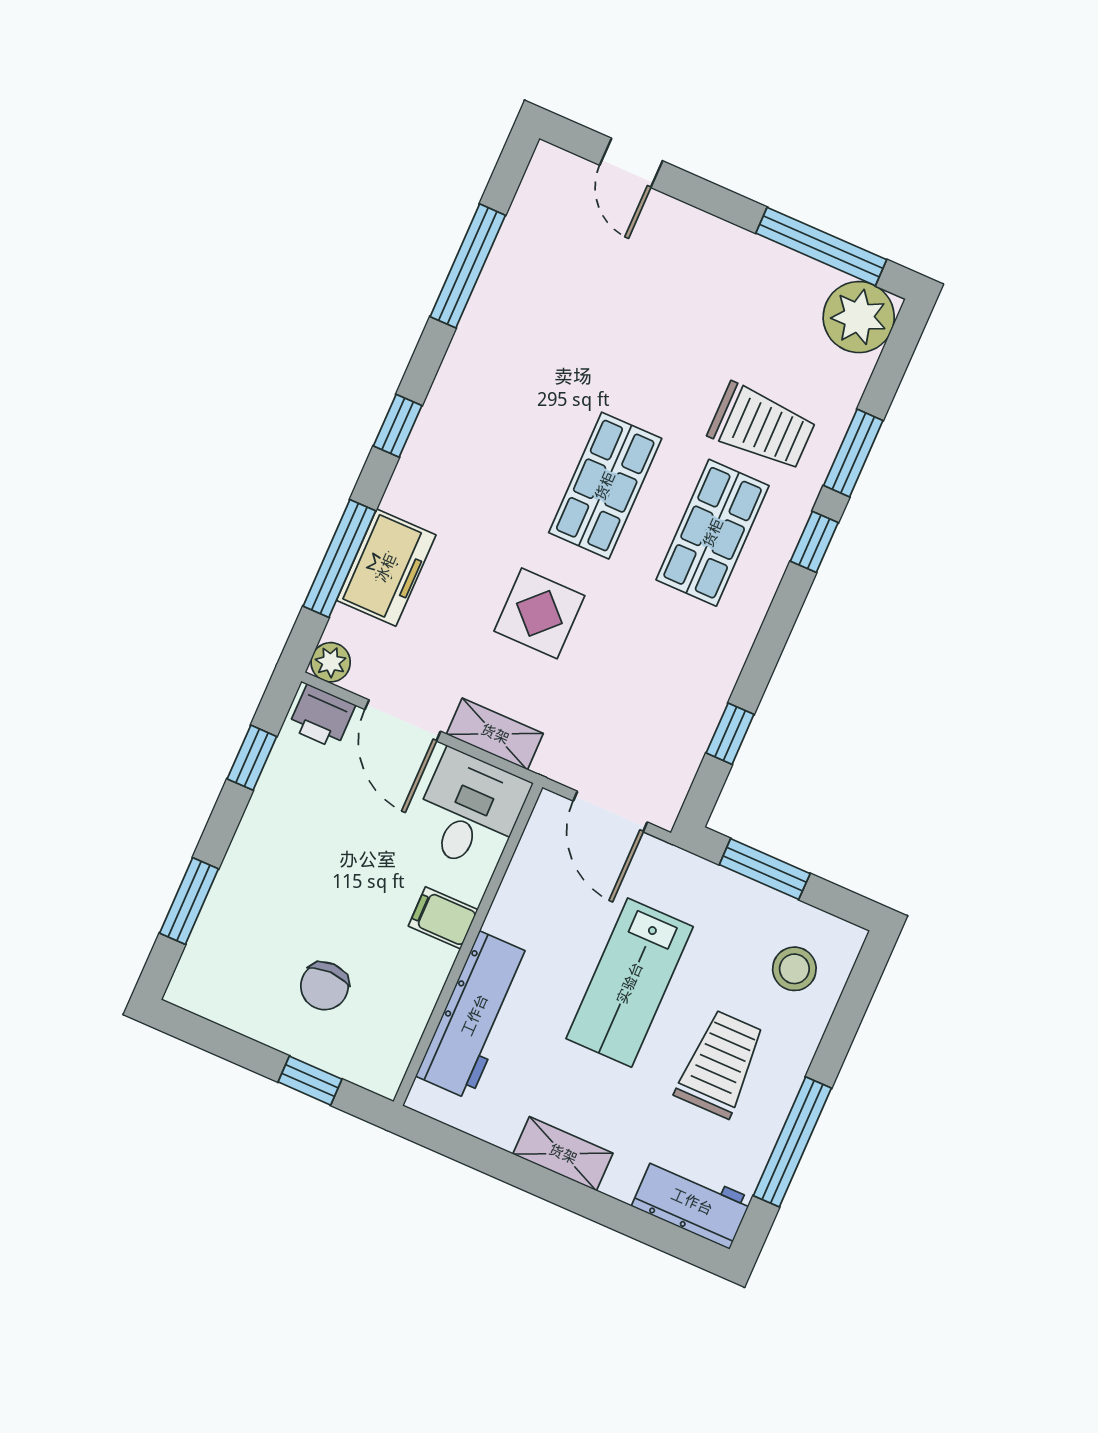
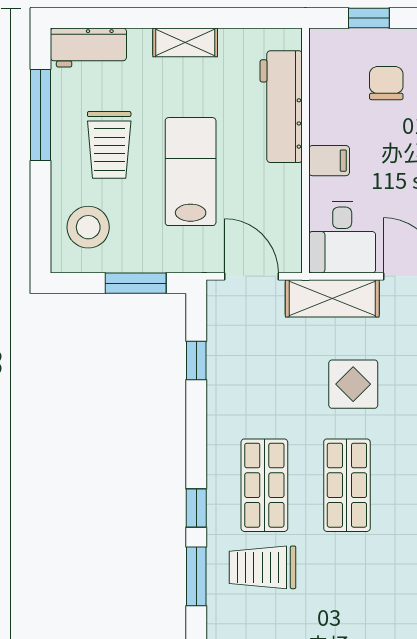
shelving: (495, 734) -> (332, 298), width x1.50, depth x1.33
stool: (794, 969) -> (88, 227), width x1.38, depth x1.38

